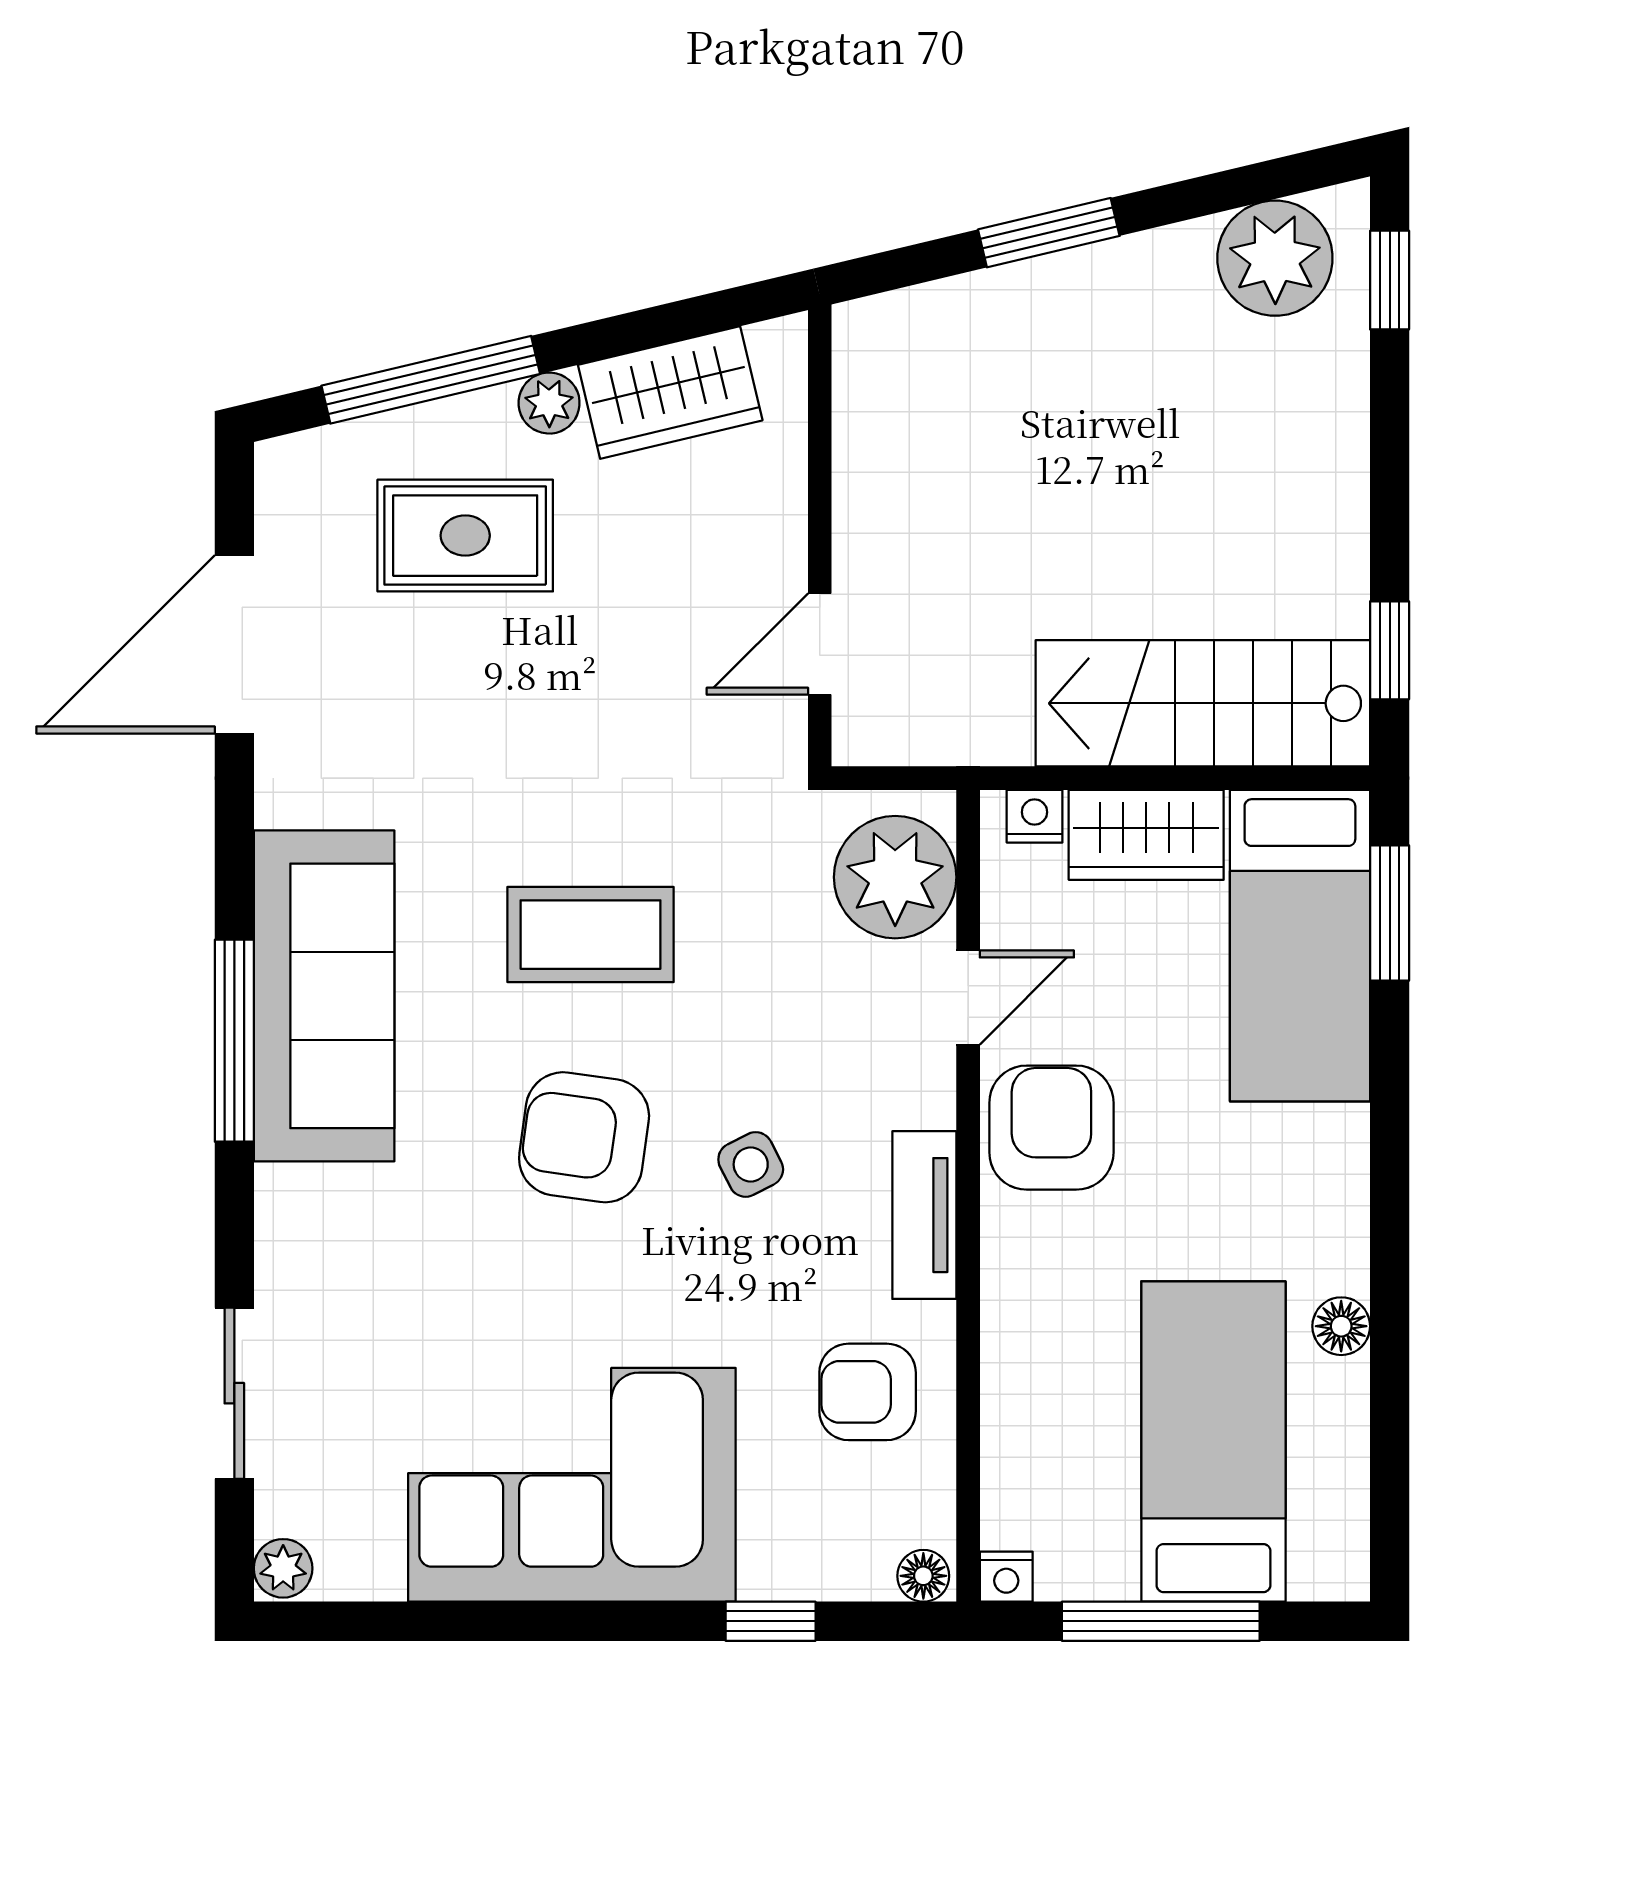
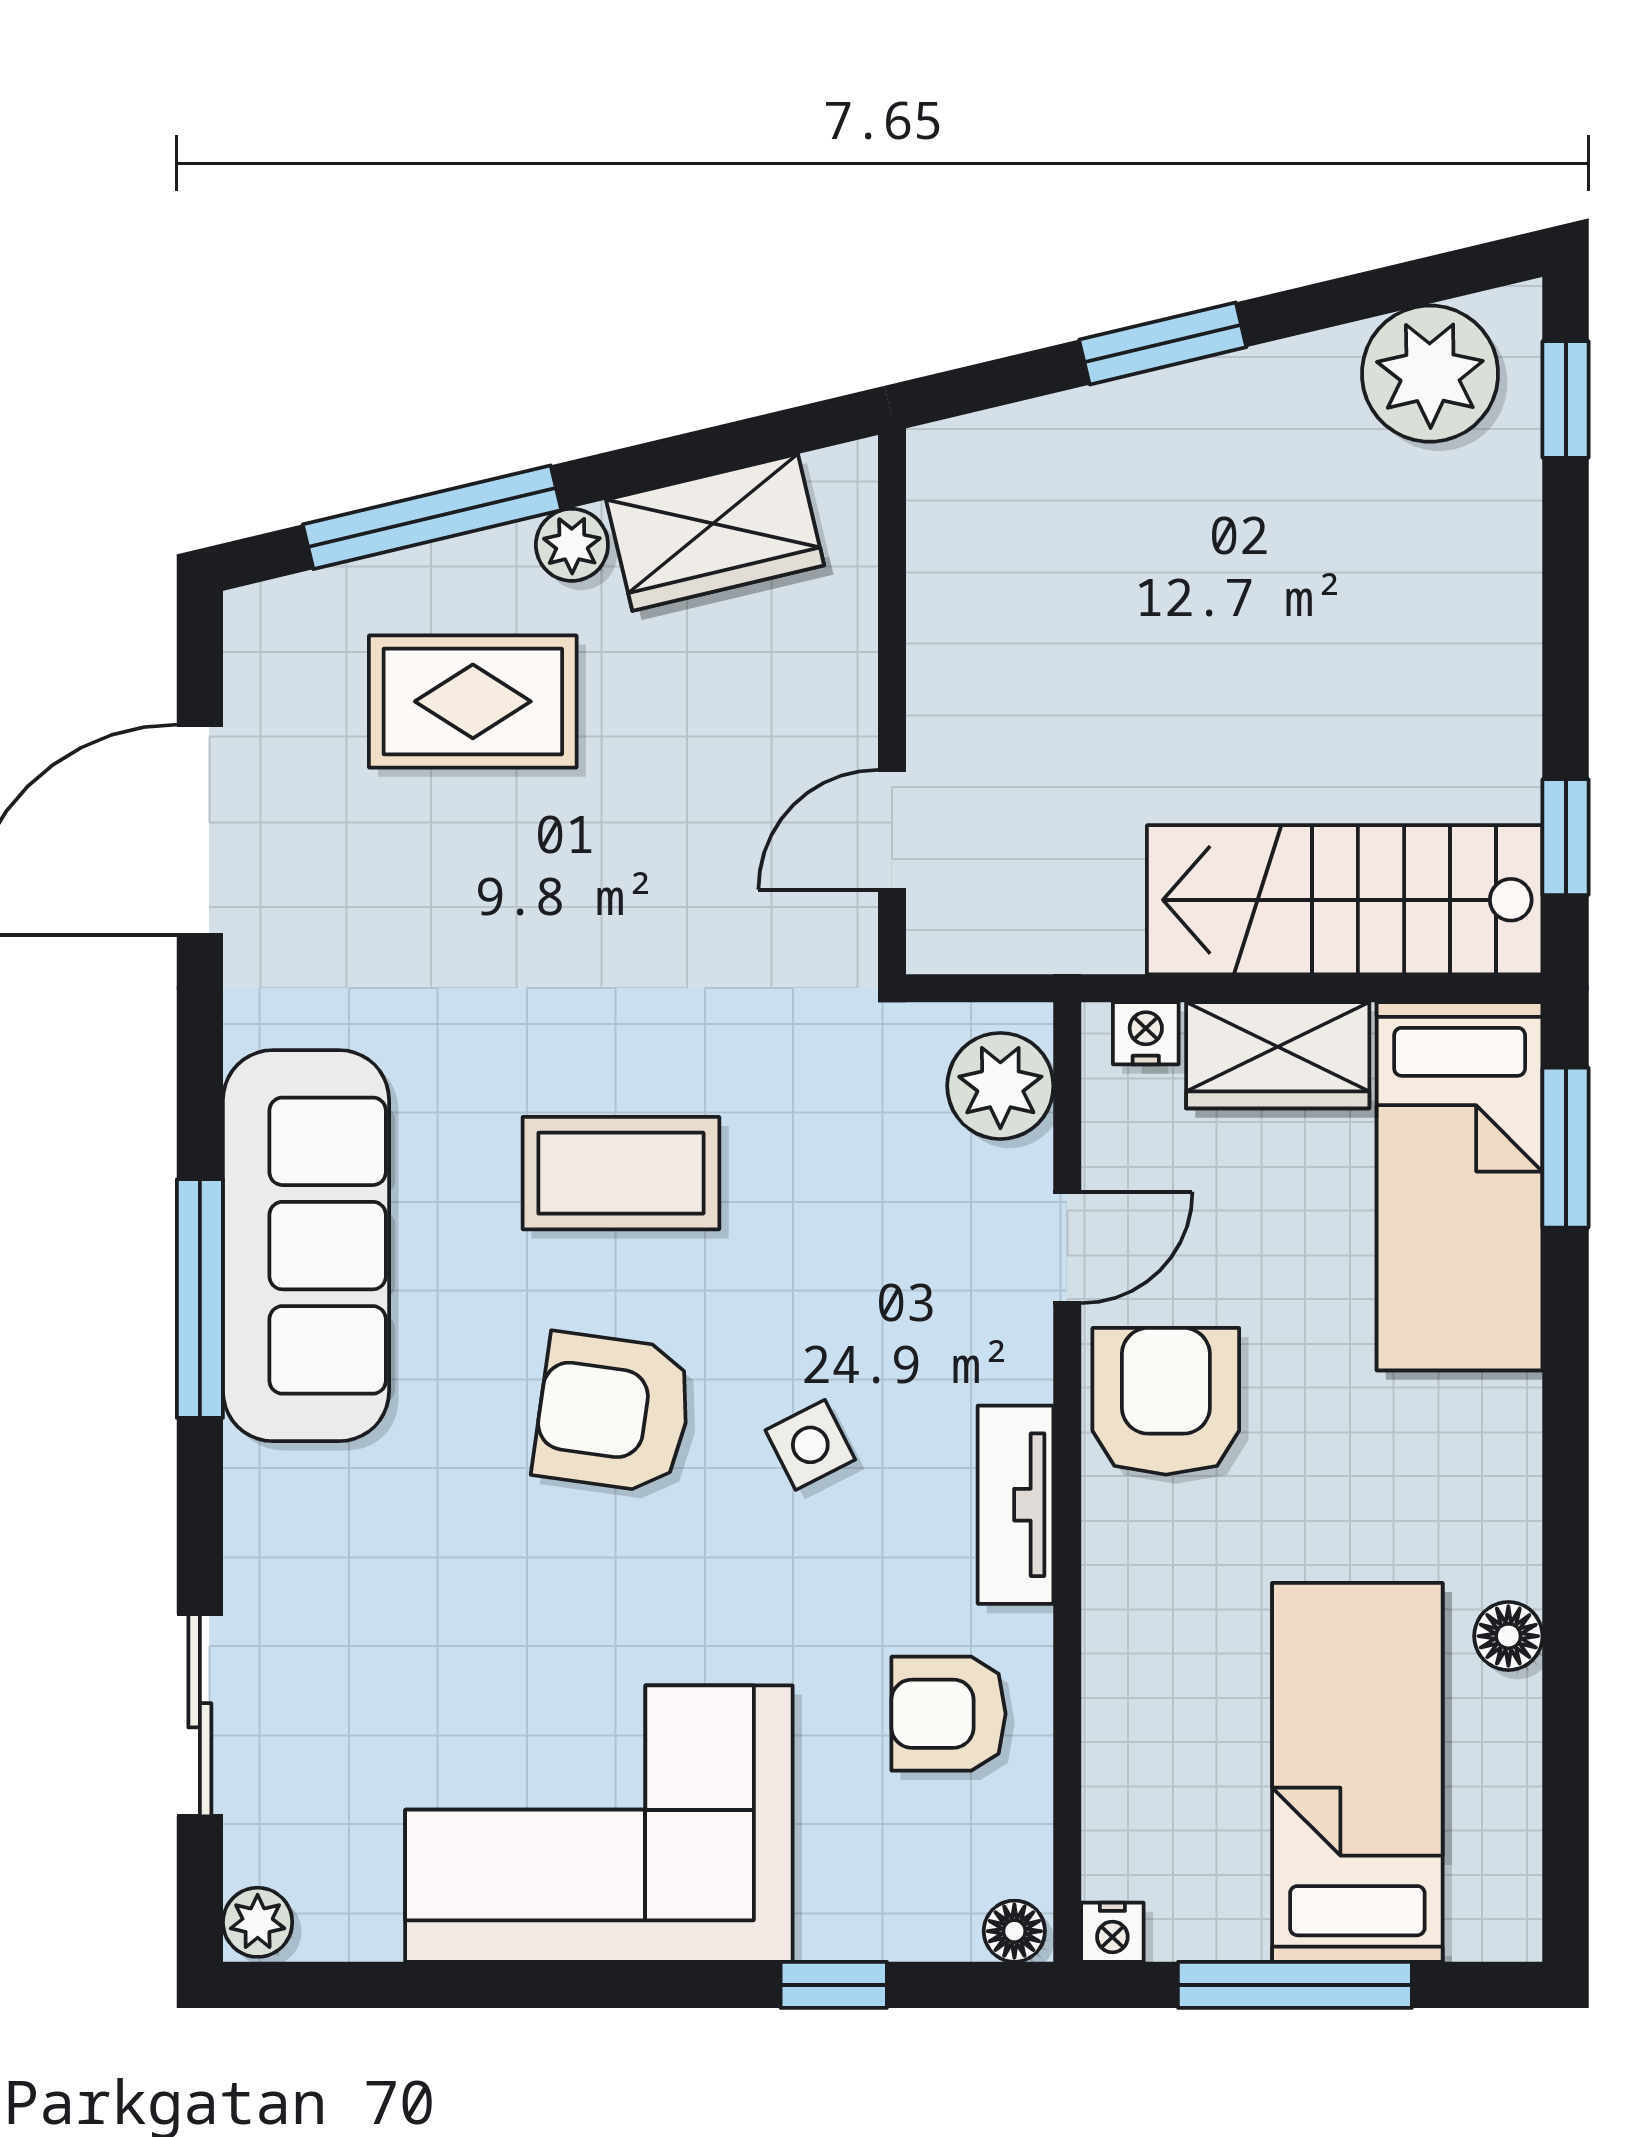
plant: (895, 877) -> (1000, 1086), width x0.73, depth x0.73

